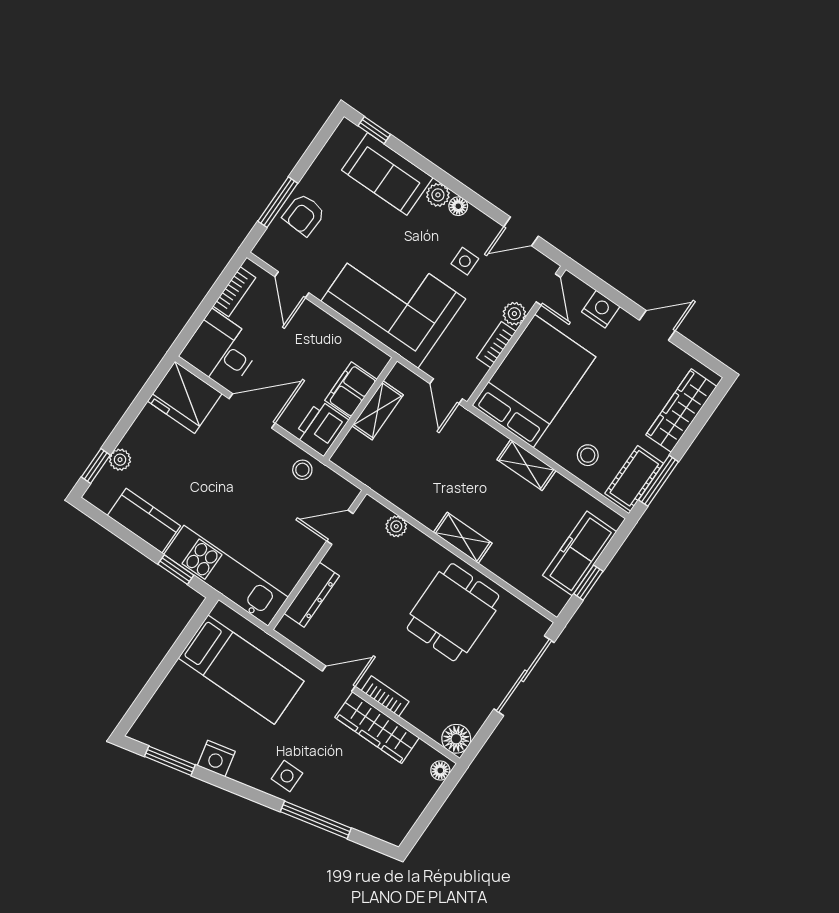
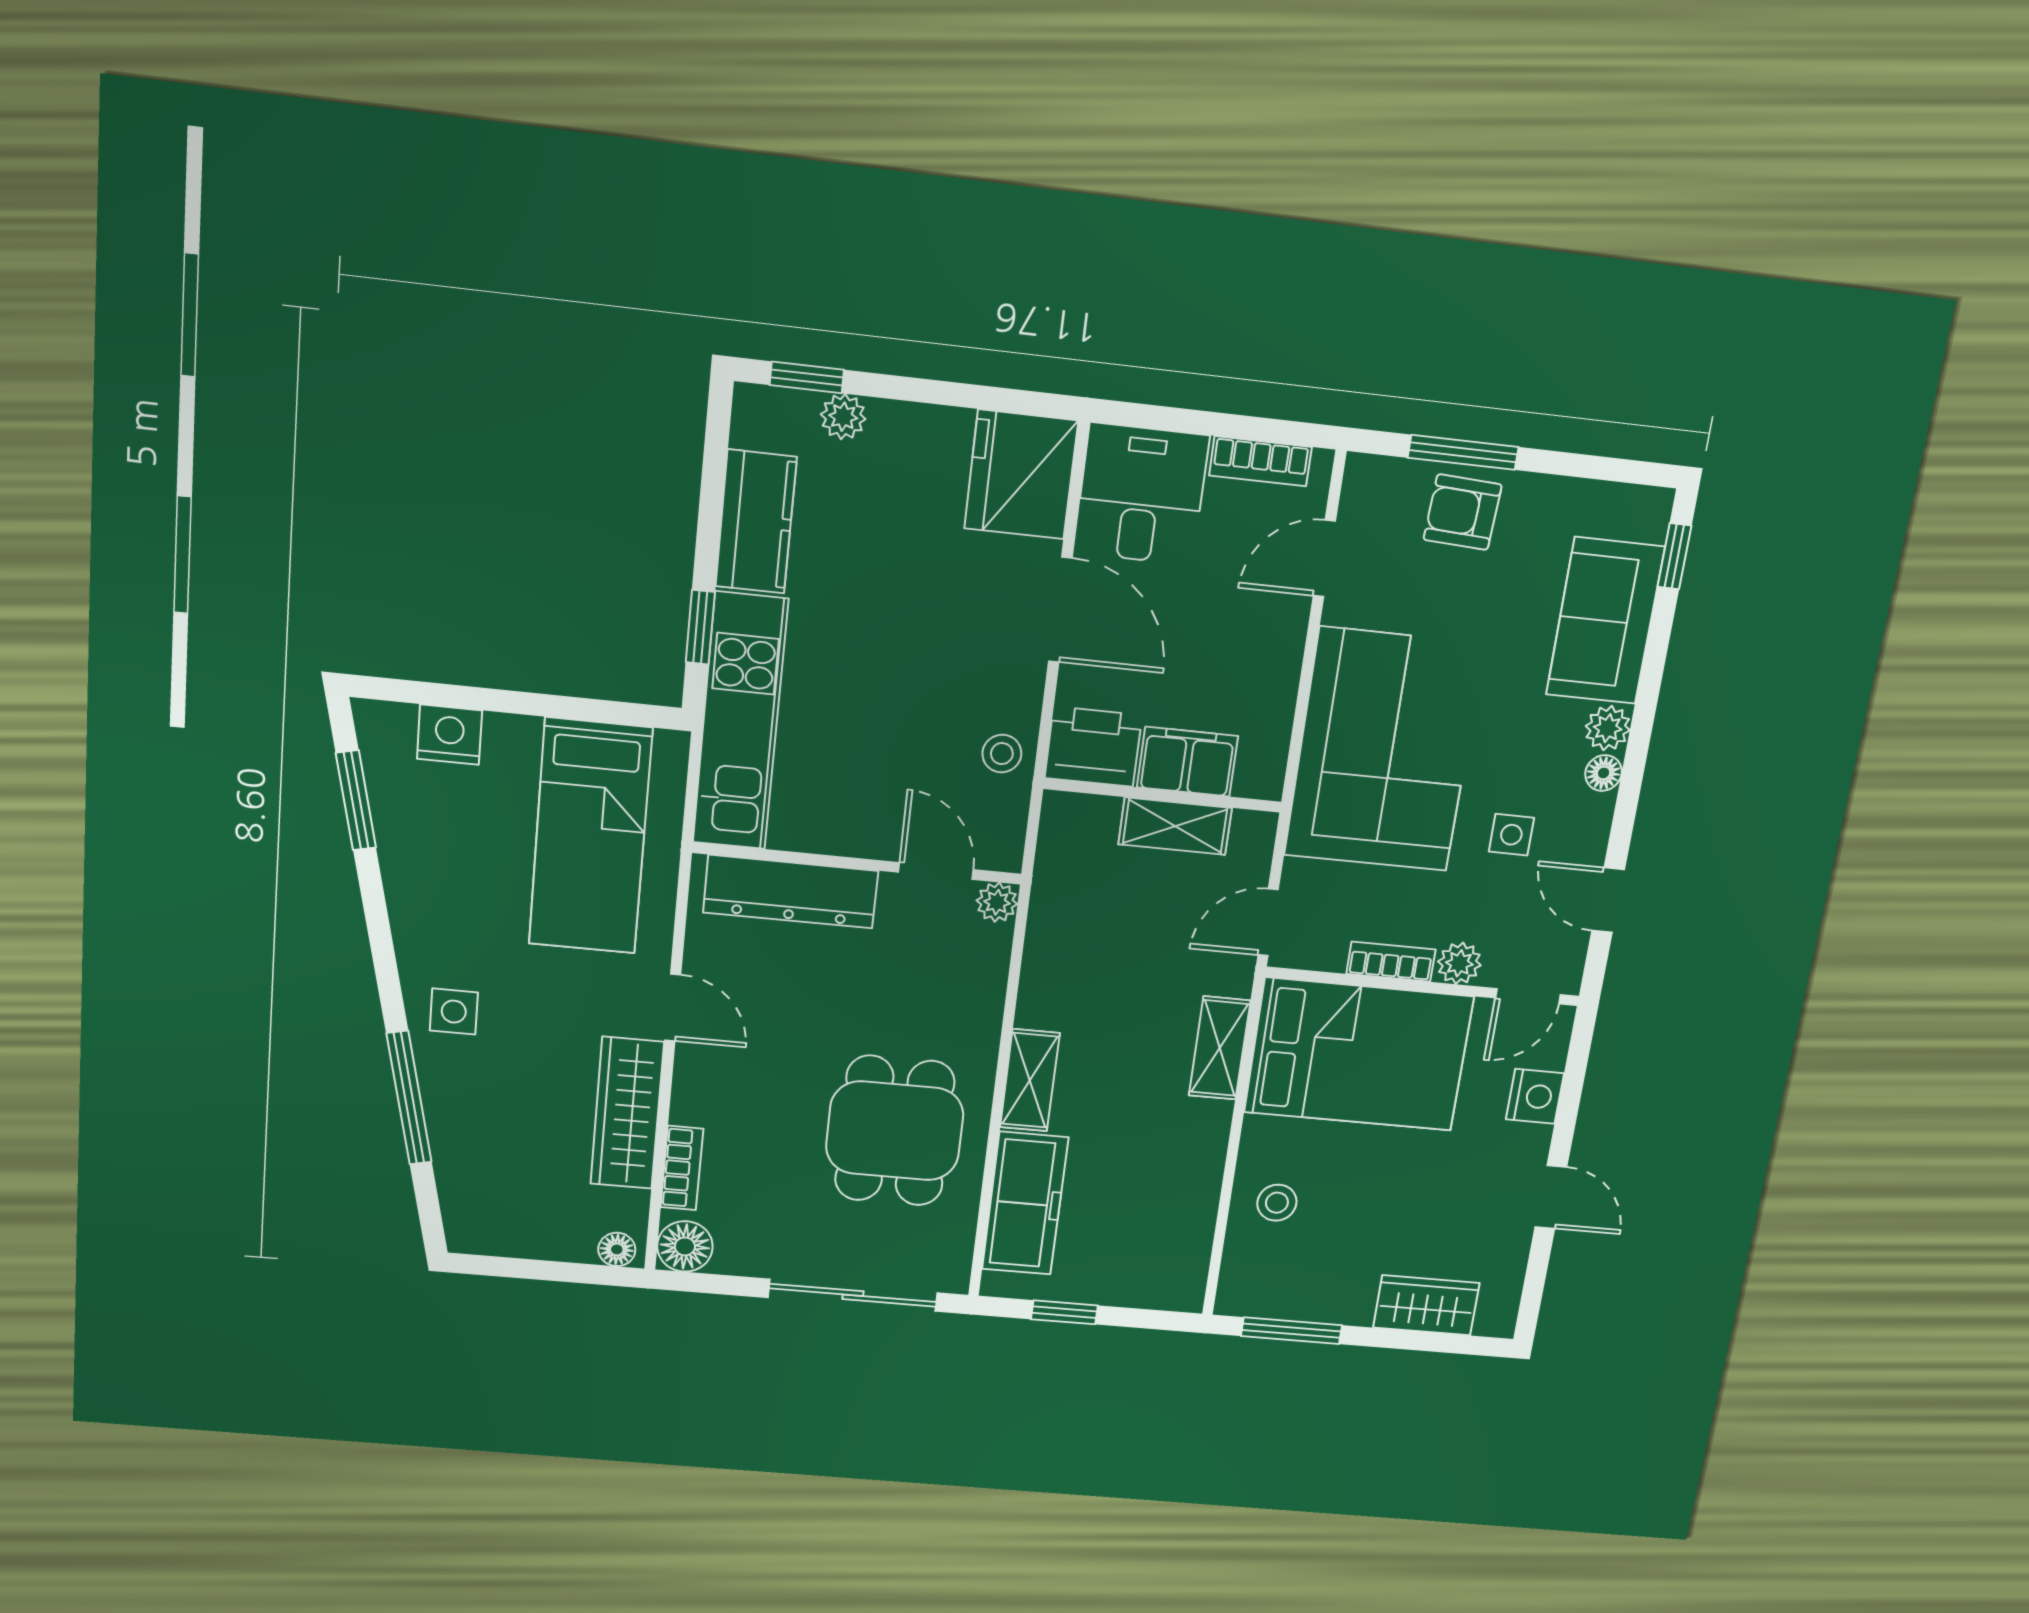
wardrobe: (681, 411) -> (1426, 1305), width x0.67
shelving: (526, 465) -> (1220, 1048), moved
cot: (634, 478) -> (1276, 1292), removed
plant: (396, 526) -> (997, 902), moved
freezer: (580, 553) -> (1025, 1203), moved, turned 90
dresser: (312, 595) -> (791, 892), width x1.37, depth x1.24
dining table: (453, 612) -> (895, 1131), turned 90
bookcase: (385, 696) -> (682, 1168), moved
nightstand: (216, 759) -> (450, 735), moved, turned 103

